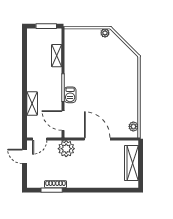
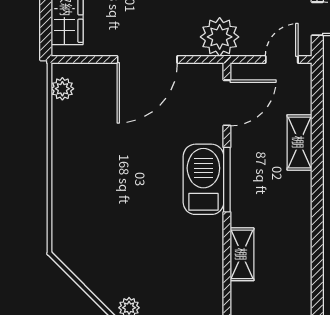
barbecue: (70, 95) -> (203, 179), width x1.88, depth x1.53
door: (63, 120) -> (227, 103), hinge flipped
door: (97, 139) -> (147, 59), hinge flipped

